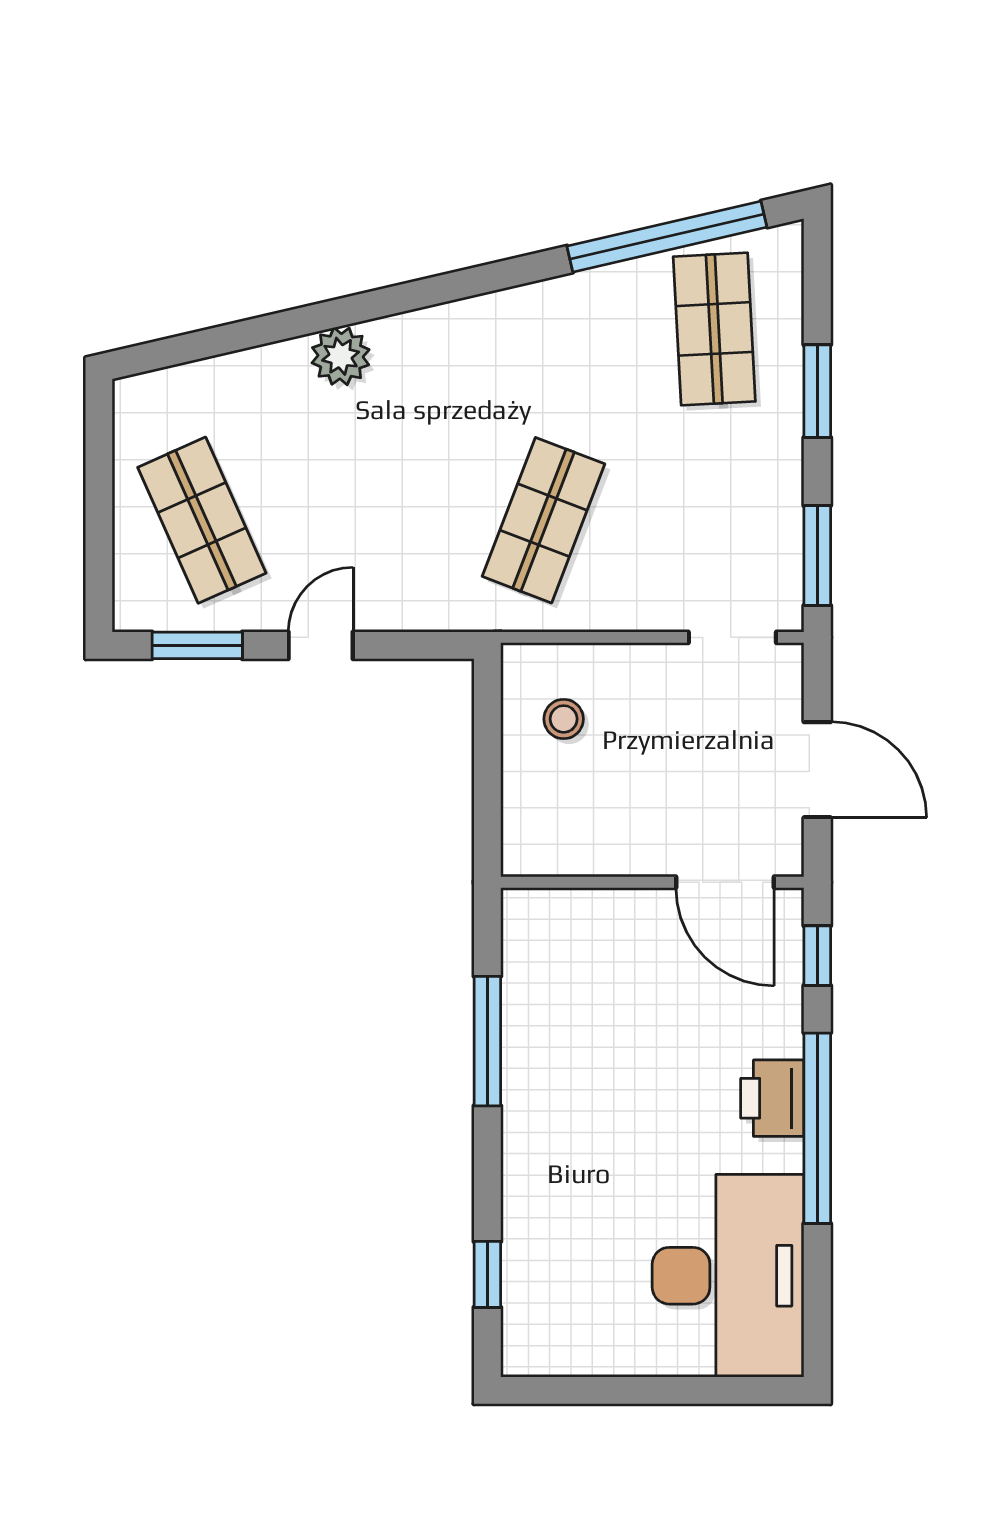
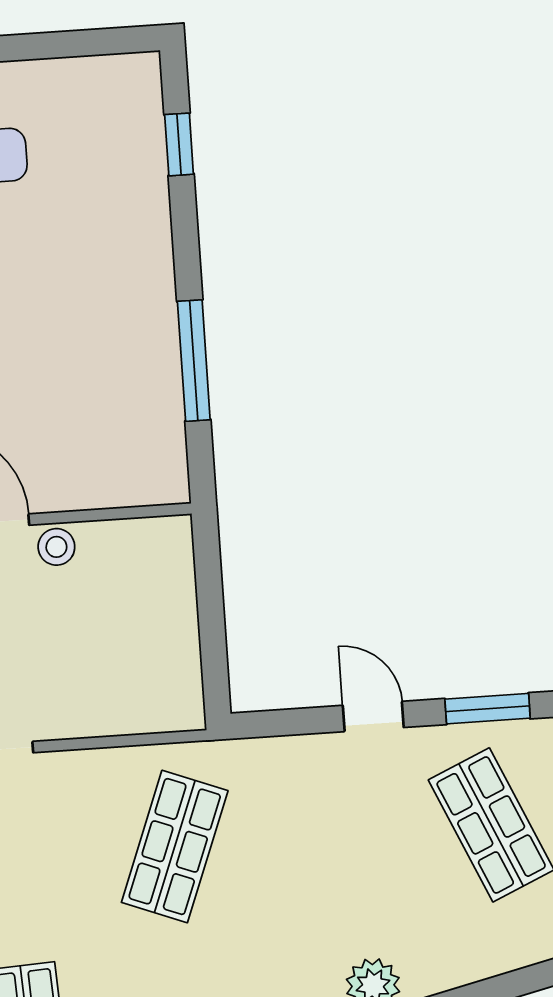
door: (321, 645) -> (373, 716), swing flipped
stool: (564, 719) -> (56, 547), moved

